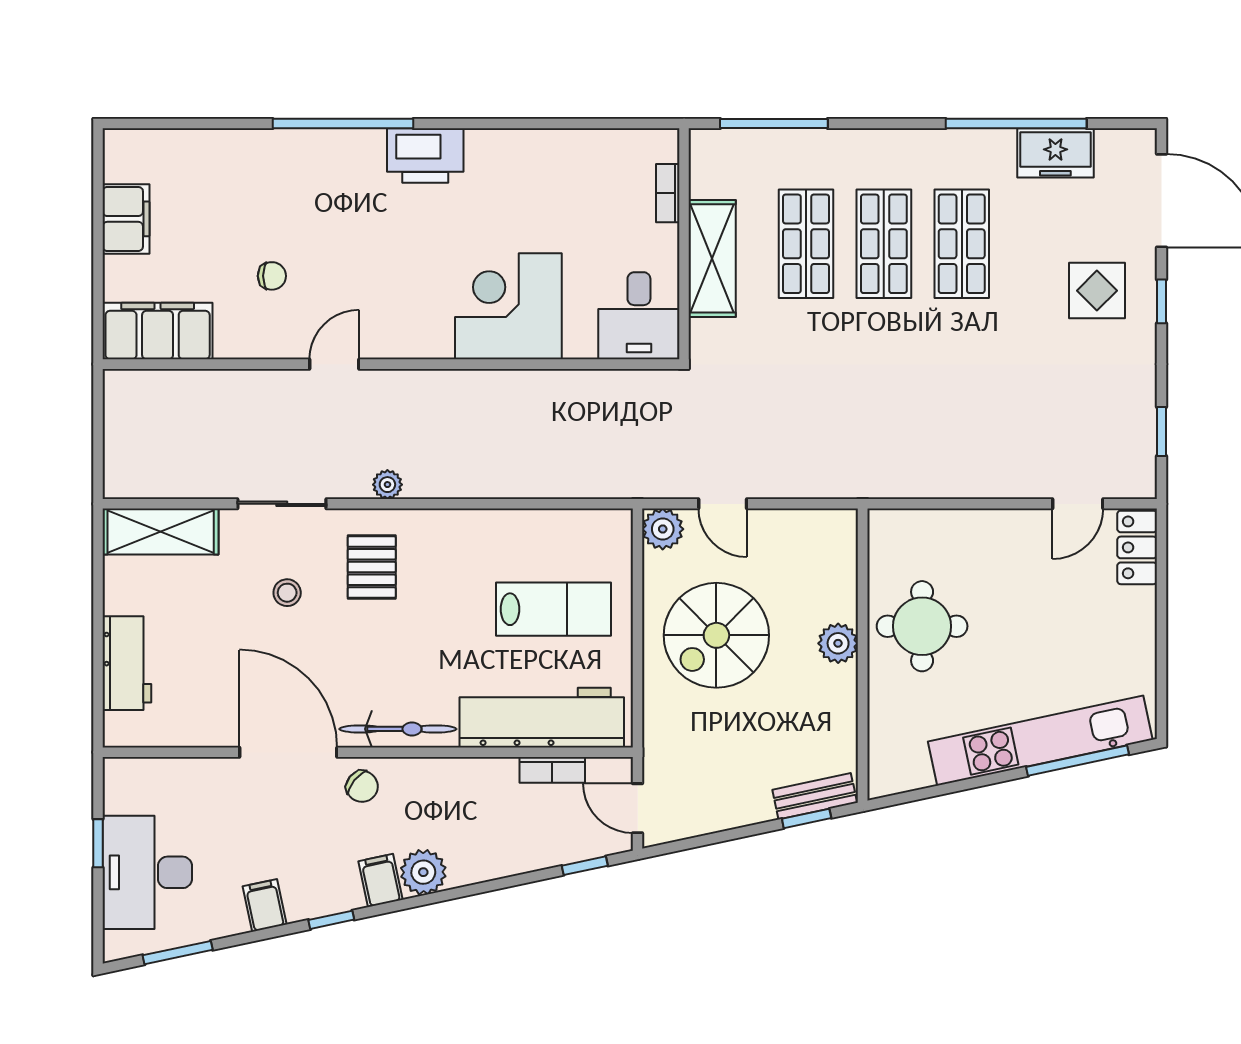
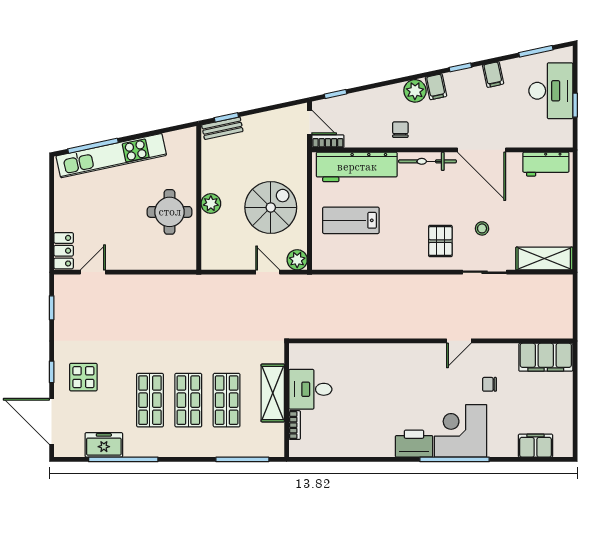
filing cabinet: (126, 219) -> (536, 446), moved, turned 90
corner desk: (508, 306) -> (460, 431), moved, turned 180
desk: (639, 316) -> (310, 389), moved, turned -90
plant: (387, 485) -> (433, 282), removed
workbench: (127, 663) -> (546, 164), moved, turned -90
bookcase: (552, 770) -> (328, 141), moved
chair: (362, 786) -> (400, 130), moved, turned 51

